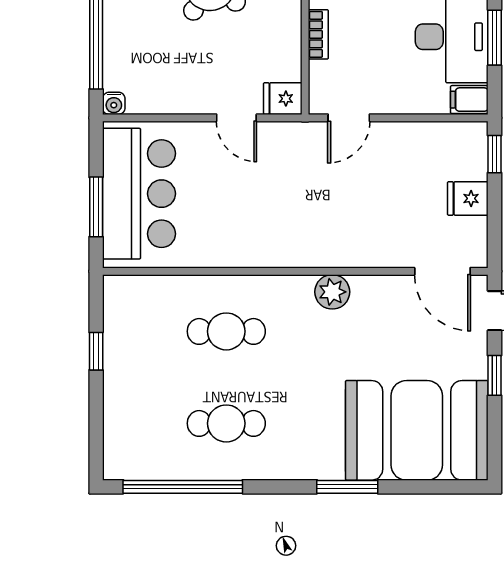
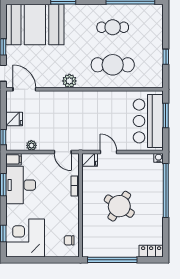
door: (349, 118) -> (63, 152), swing flipped
plant: (425, 134) -> (31, 145), added
cafe table: (226, 331) -> (113, 65), width x1.37, depth x1.35

